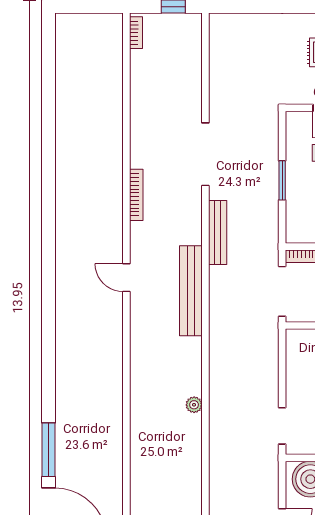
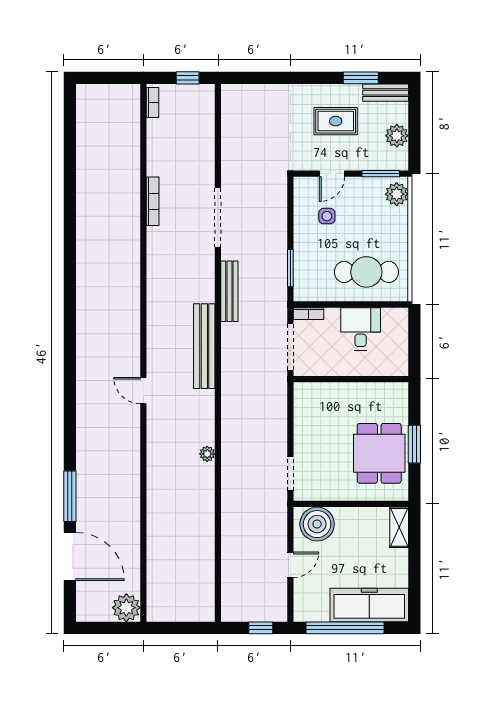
window: (282, 180) -> (290, 268), moved
bookcase: (136, 195) -> (153, 201), moved
door: (126, 278) -> (143, 391), moved

